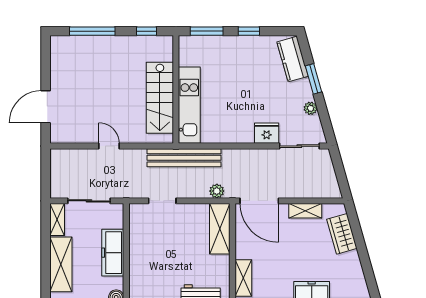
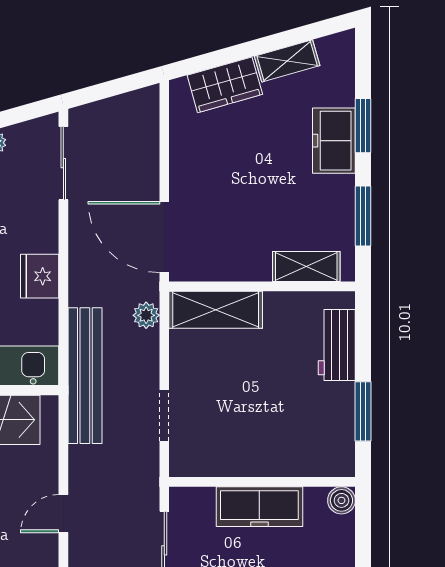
fridge: (267, 133) -> (40, 276), moved
door: (259, 201) -> (164, 237), swing flipped
shelving: (305, 211) -> (287, 61), moved, turned 74

